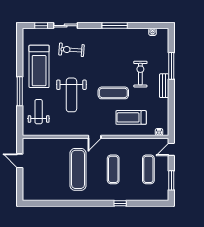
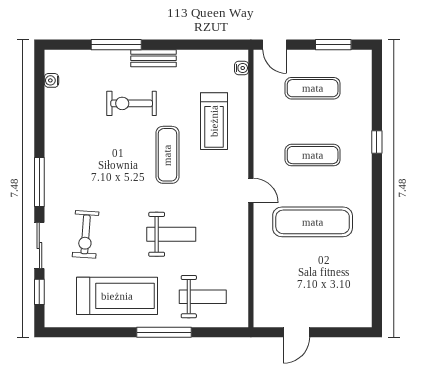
window: (115, 26) -> (39, 182), moved
weight bench: (71, 95) -> (171, 234), width x0.73, depth x0.75
weight bench: (39, 112) -> (203, 297), turned 180

